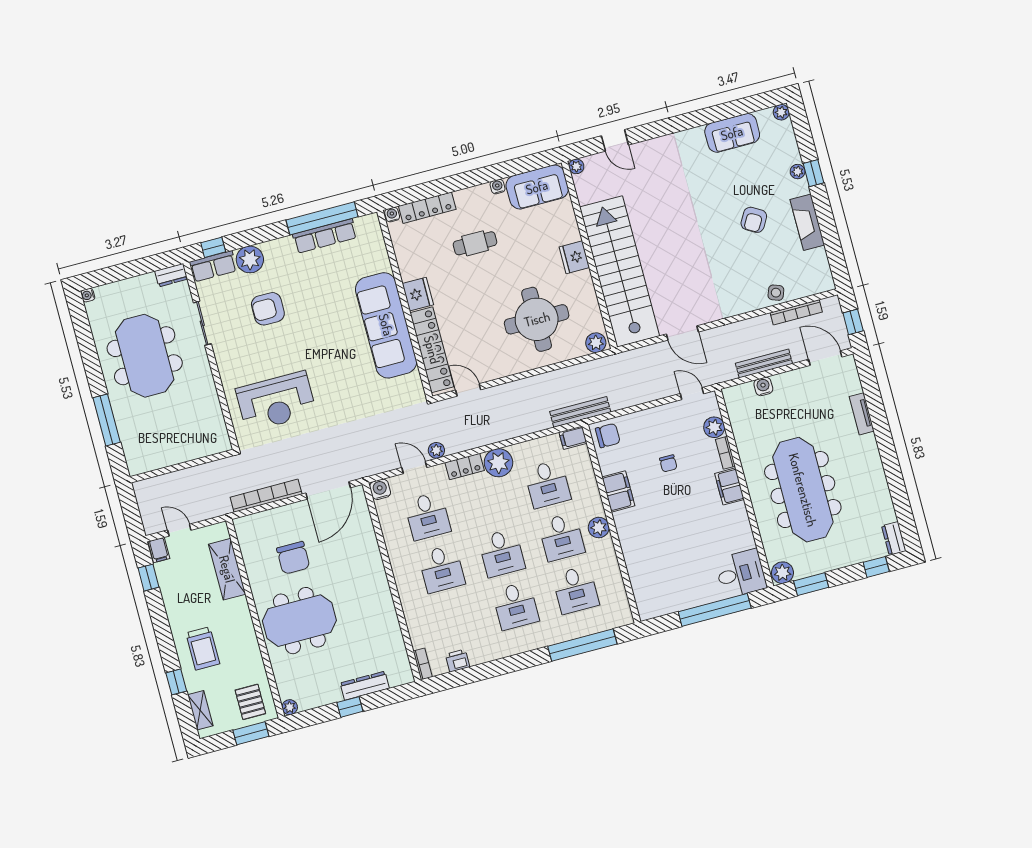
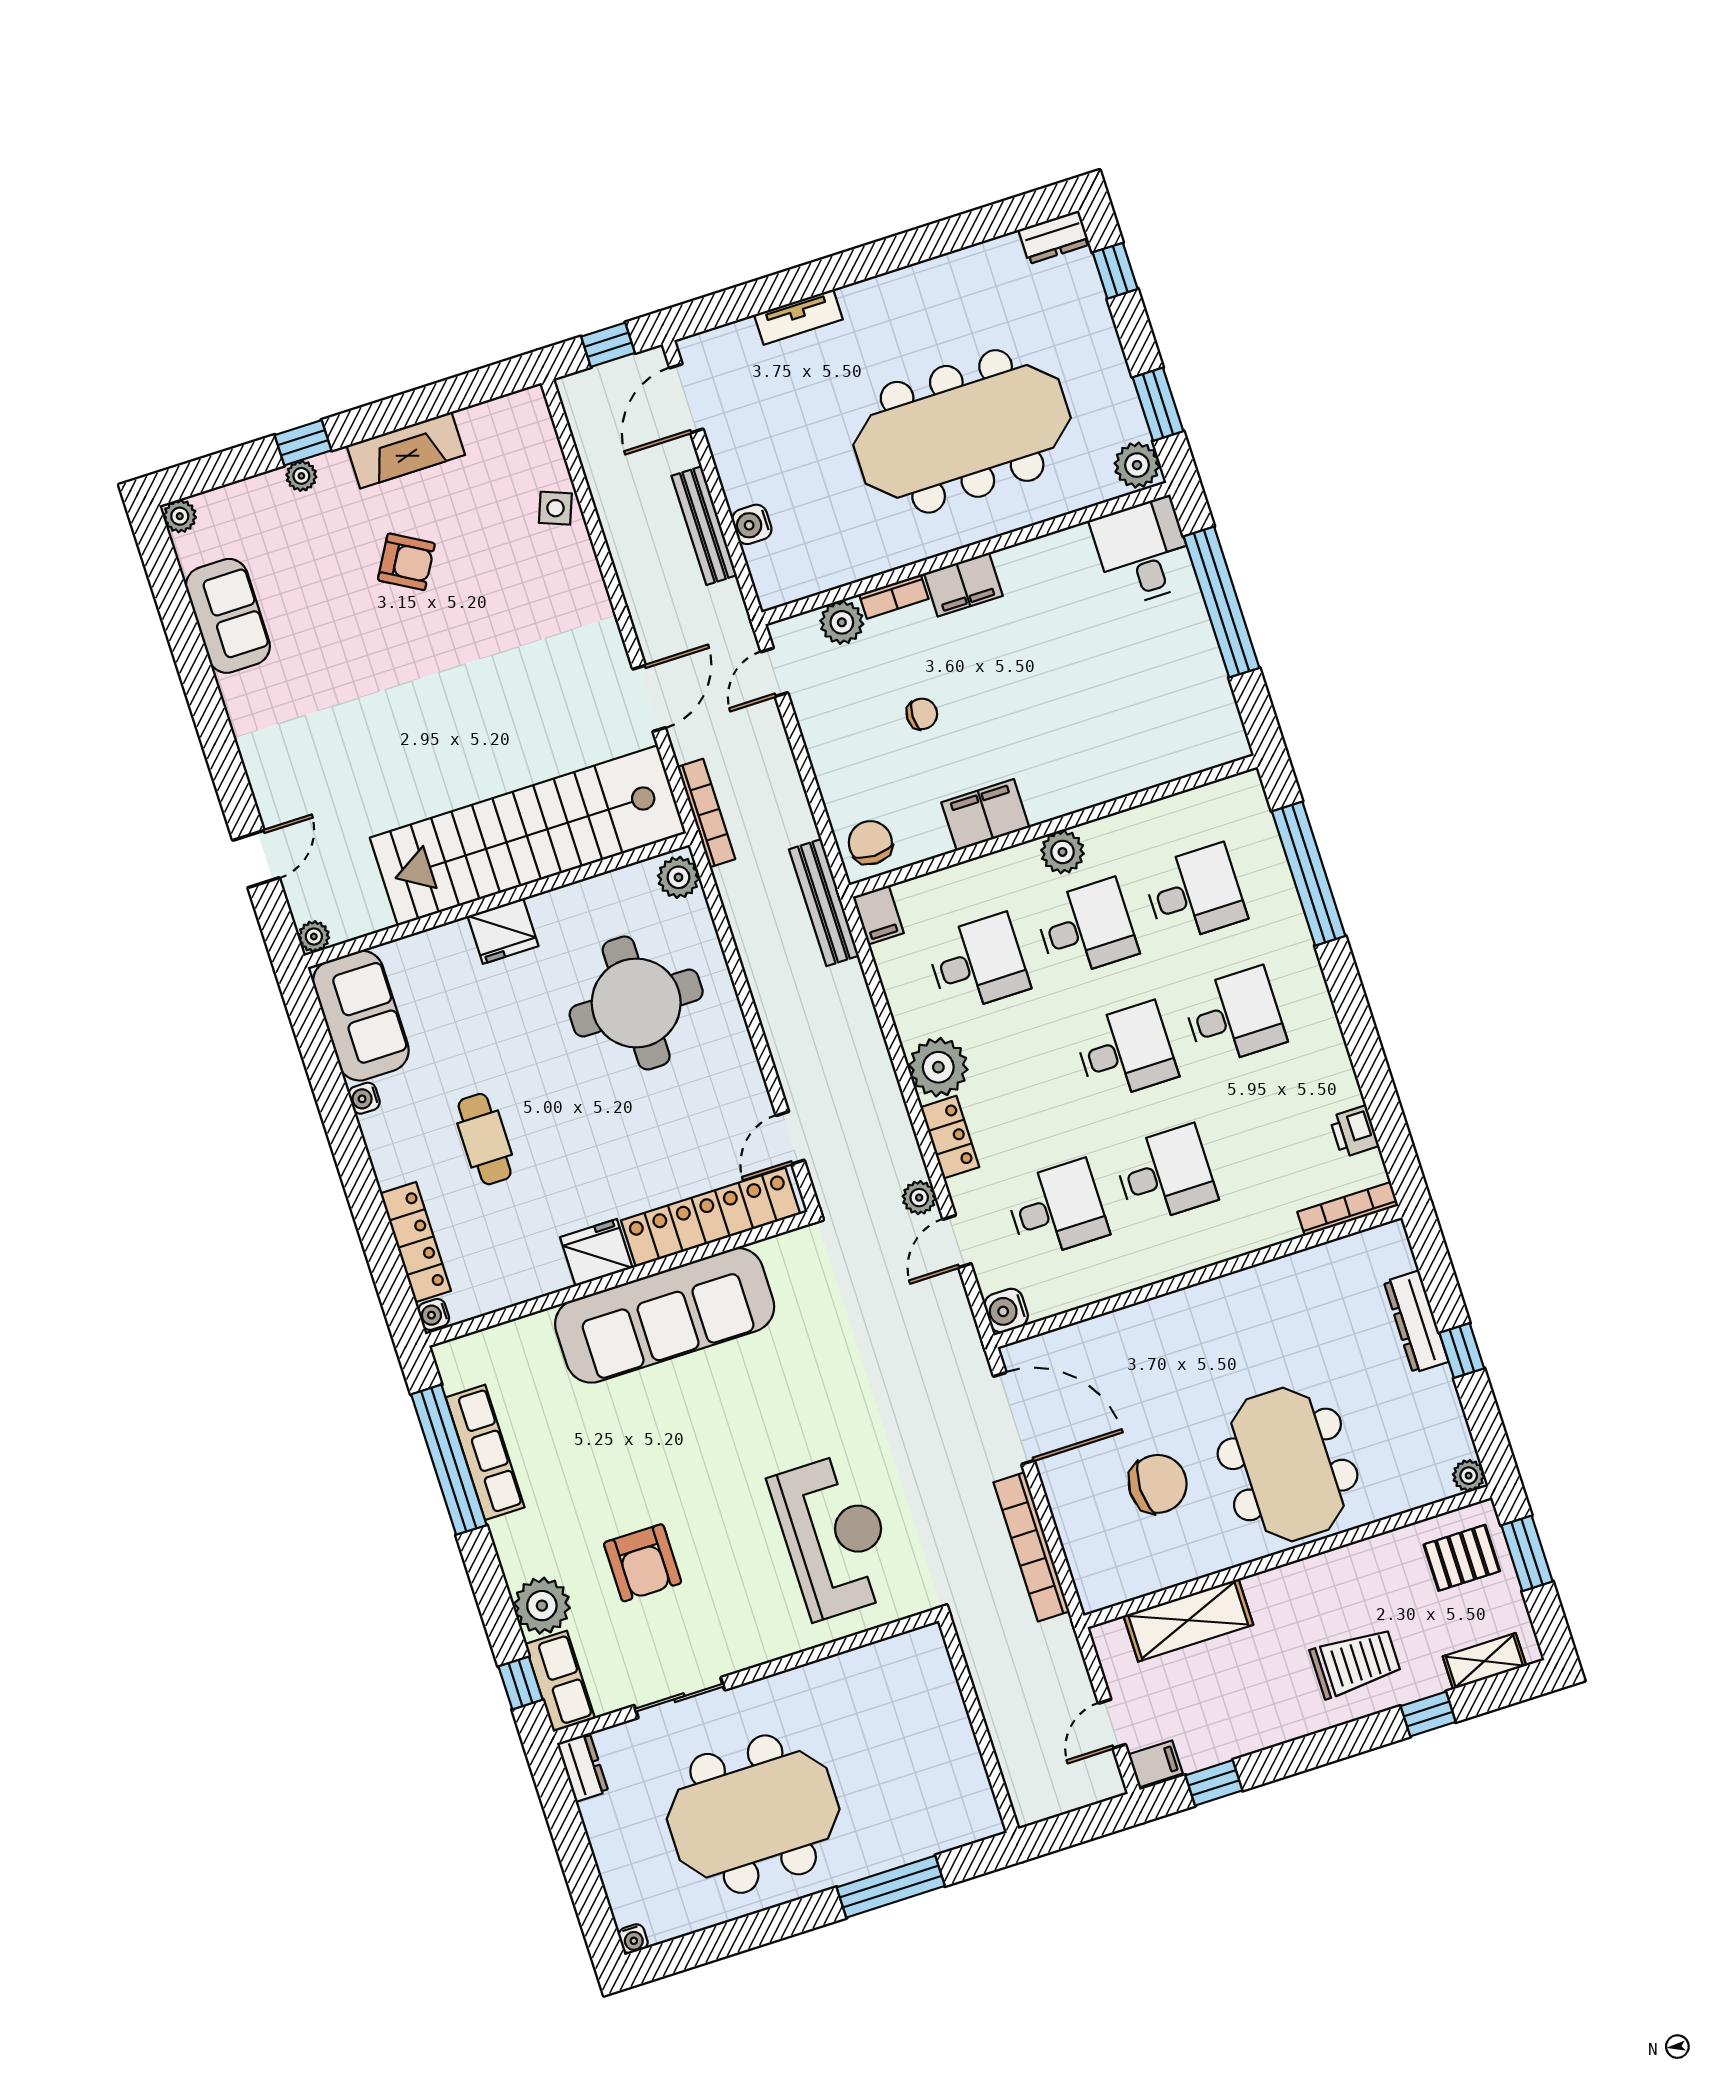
bookcase: (796, 312) -> (706, 813), moved
bookcase: (423, 664) -> (1348, 1209), width x1.56

